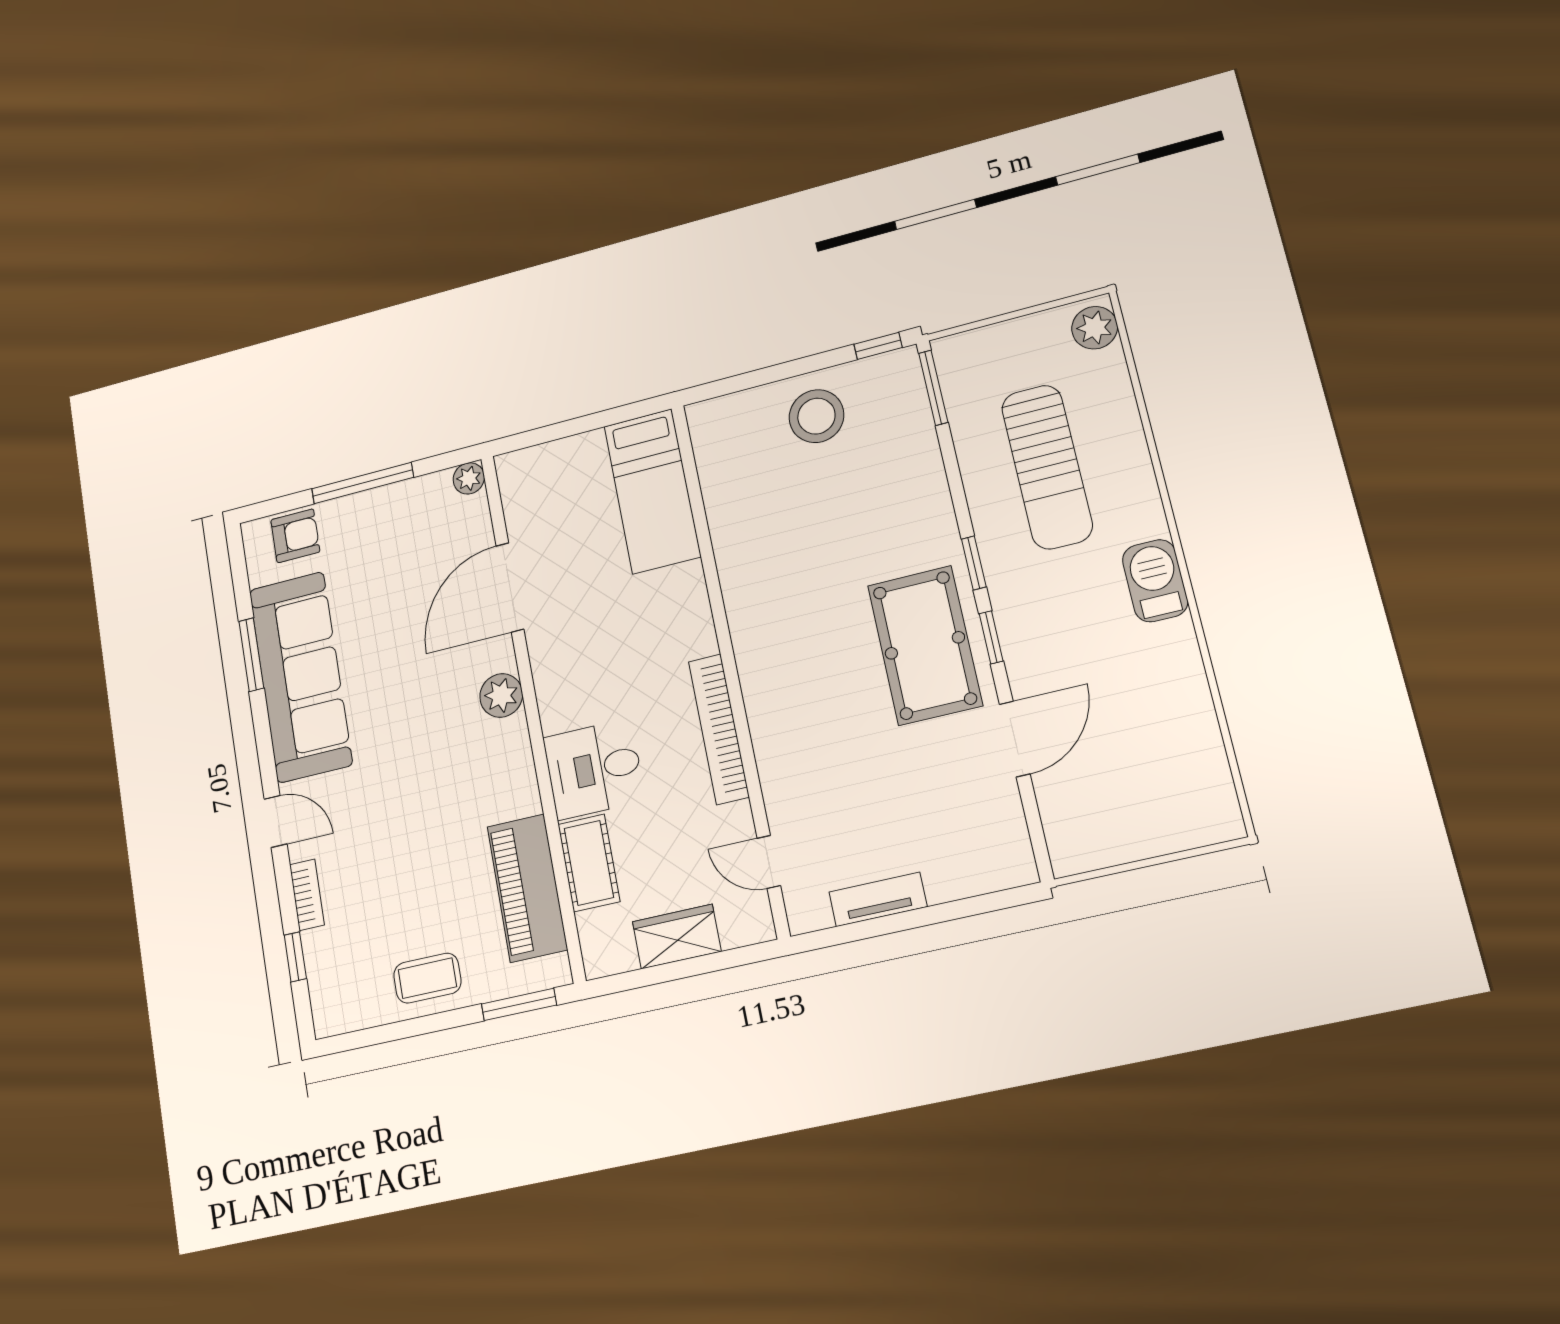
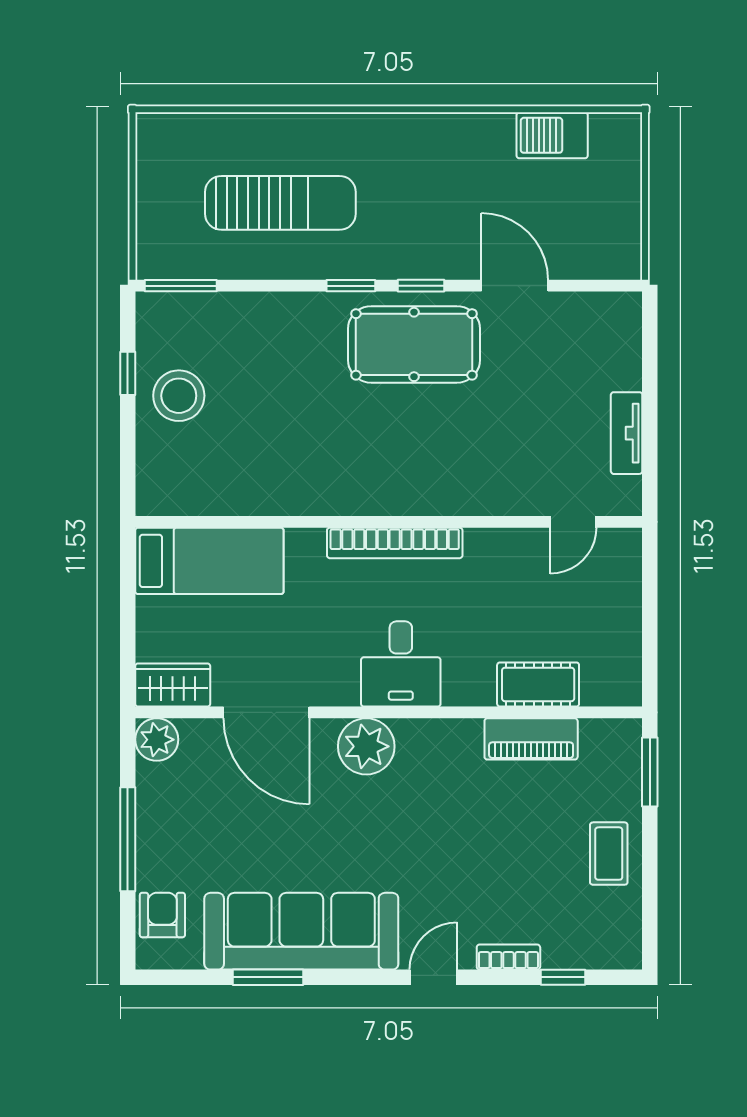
plant: (1095, 328) -> (164, 132), removed
window: (878, 346) -> (128, 373), moved
plant: (469, 478) -> (157, 740), width x1.38, depth x1.38
barbecue: (1155, 581) -> (552, 135), moved
plant: (501, 695) -> (366, 746), width x1.36, depth x1.36
bookcase: (719, 729) -> (395, 543), moved
desk: (594, 769) -> (401, 664), moved
piano: (527, 888) -> (531, 739), width x0.73, depth x0.75
wardrobe: (677, 937) -> (173, 685), moved, turned 90

